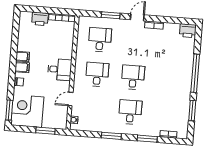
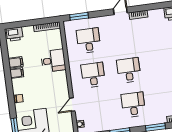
window: (111, 15) -> (79, 16), moved
printer: (40, 19) -> (15, 34), moved
filing cabinet: (22, 67) -> (16, 62), moved
desk: (60, 70) -> (53, 61), moved

